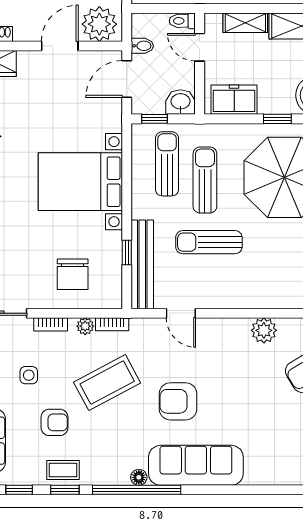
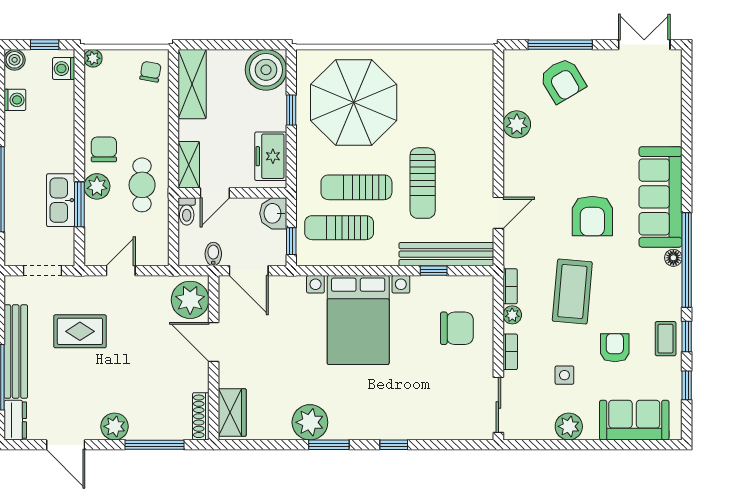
shelving: (245, 23) -> (189, 165), moved
coffee table: (107, 383) -> (572, 292), turned 33

